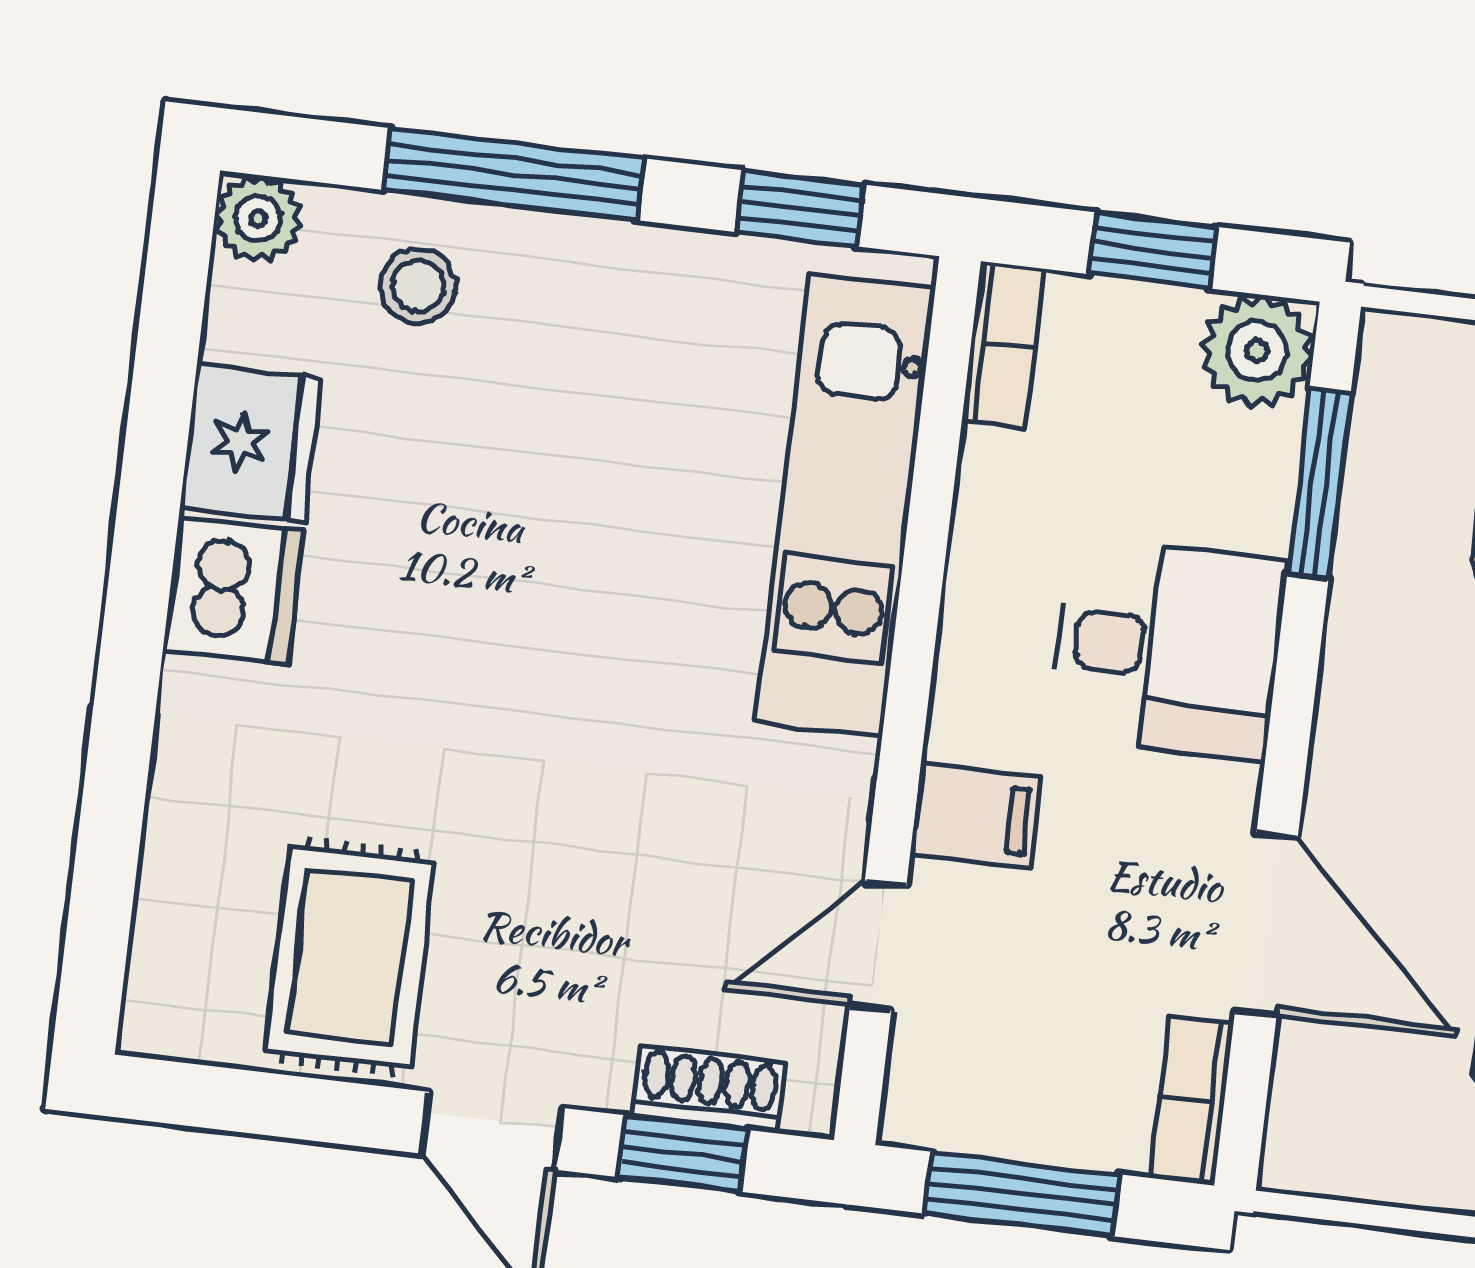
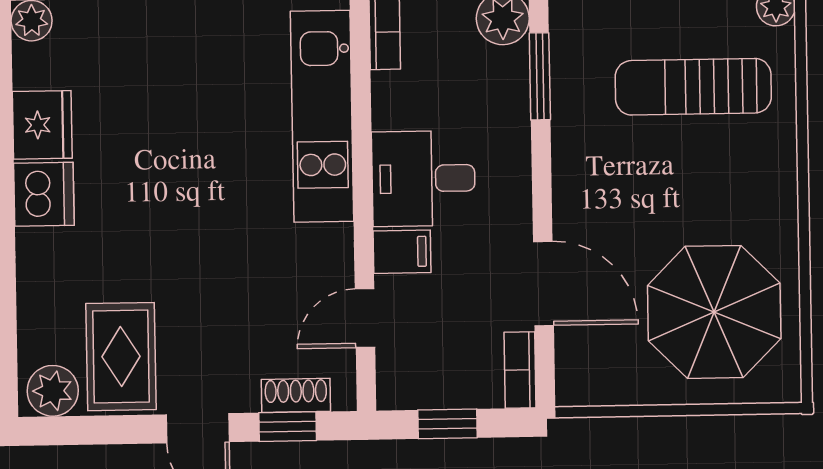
stool: (418, 286) -> (110, 42), removed
desk: (1168, 649) -> (423, 179), moved, turned 180
plant: (195, 1009) -> (53, 391), added
window: (1022, 1194) -> (448, 424), width x0.67

